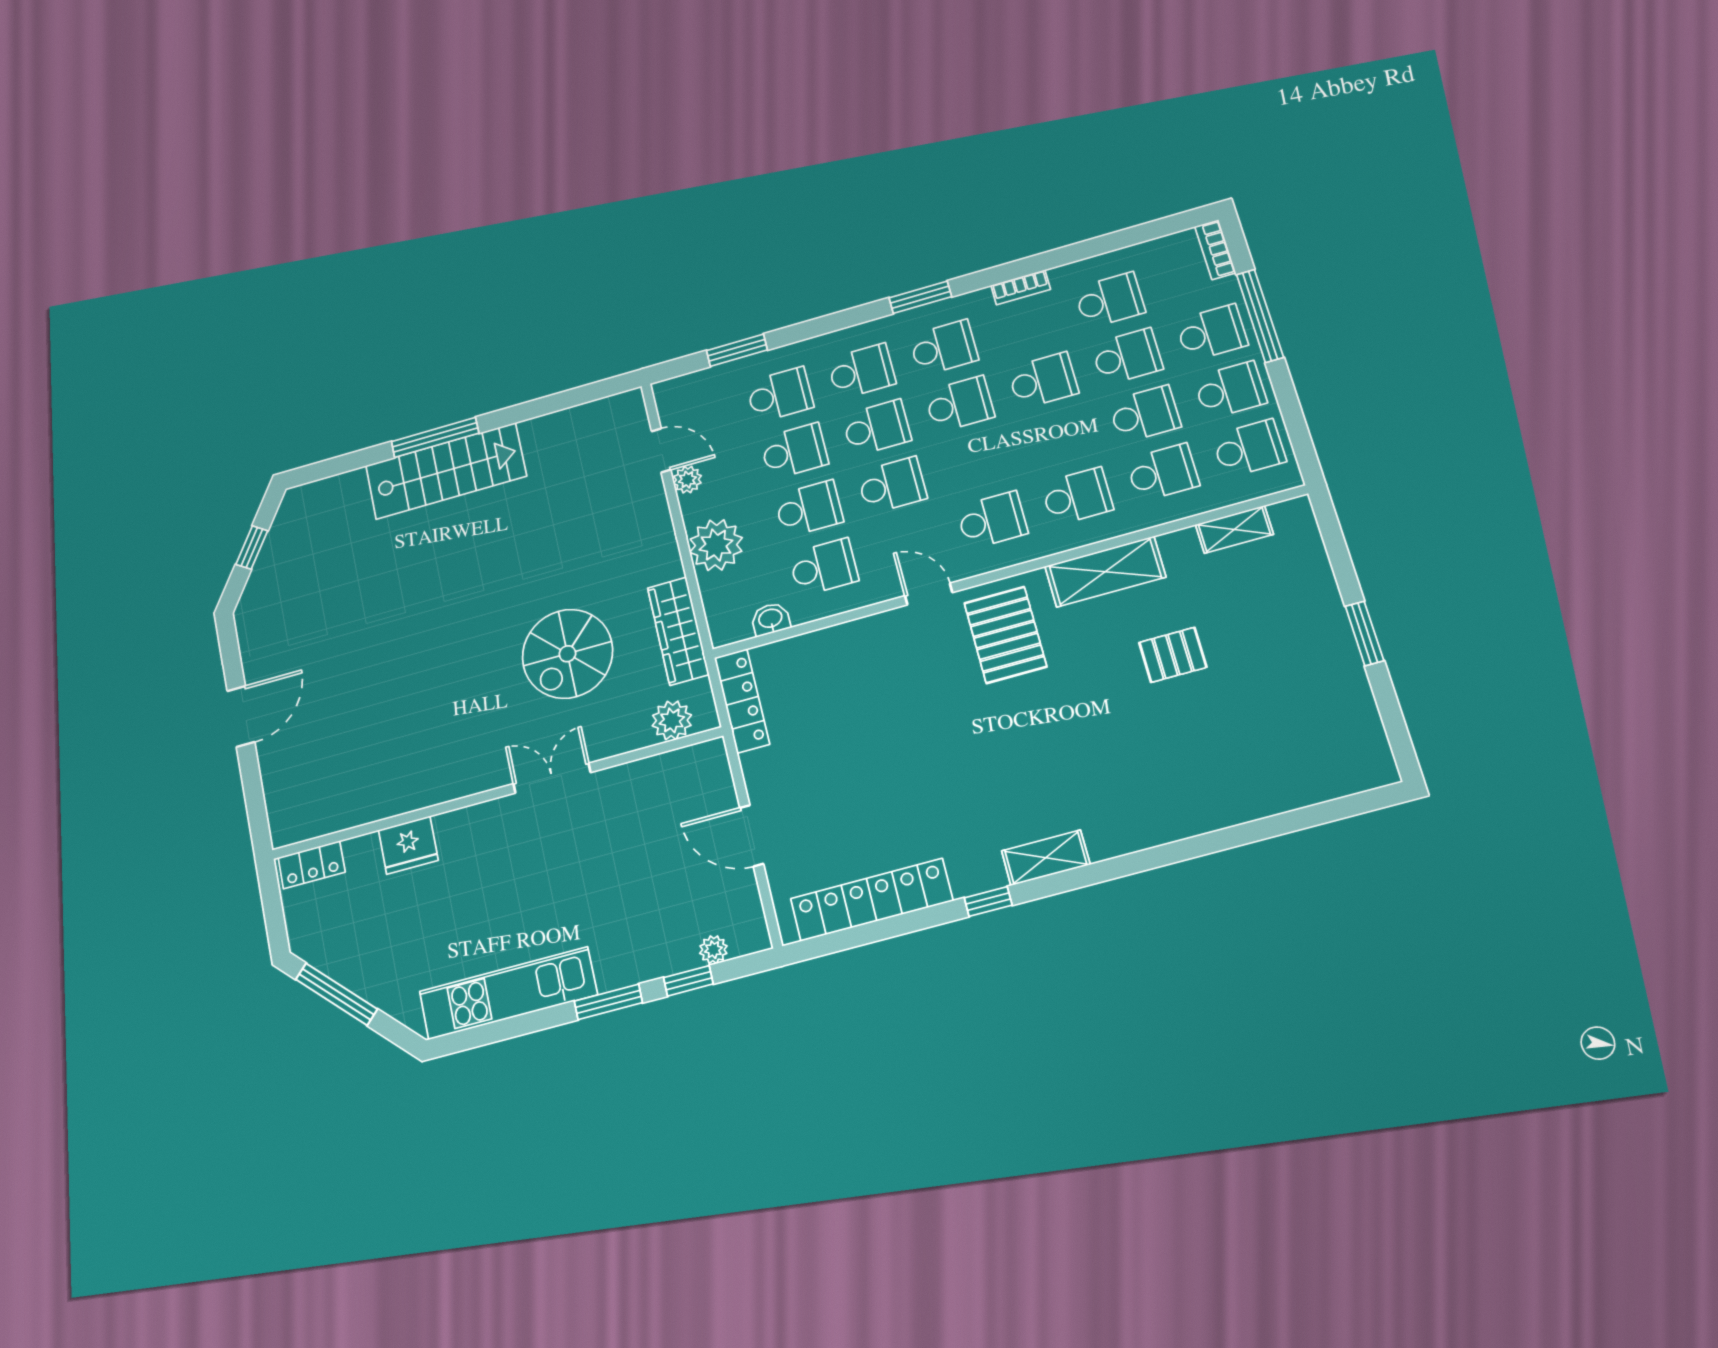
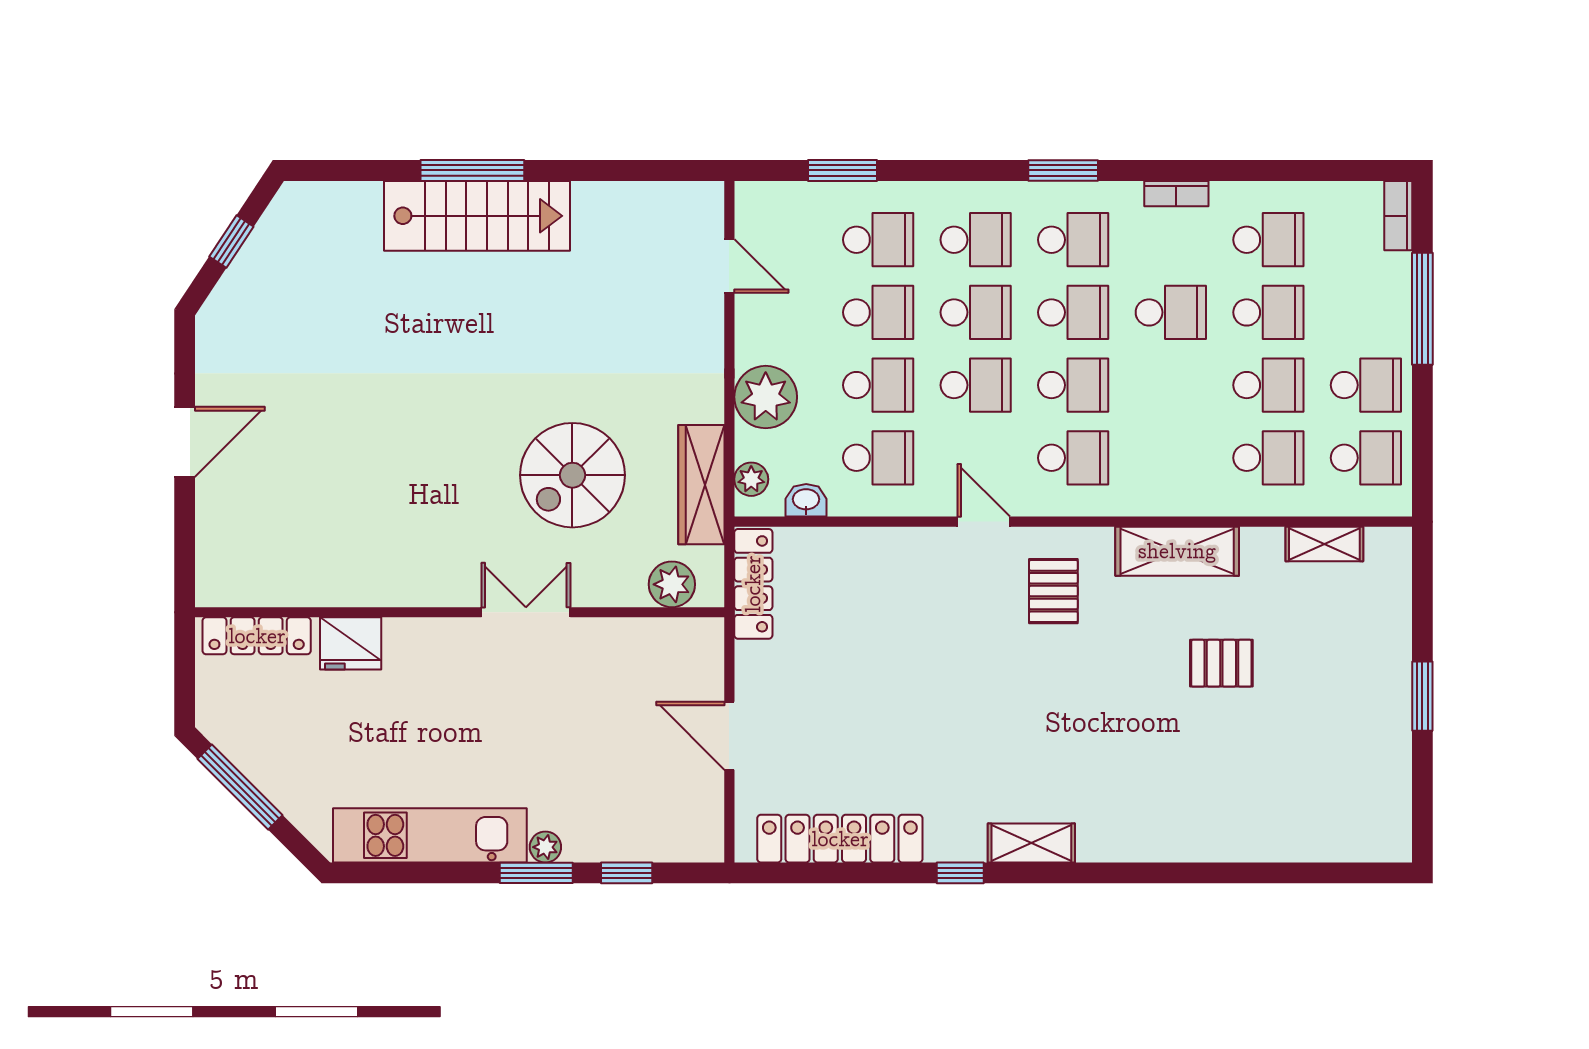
school desk: (1212, 333) -> (1366, 312), removed
plant: (687, 480) -> (751, 479), moved
school desk: (1077, 496) -> (1073, 385), moved
pallet: (1005, 635) -> (1053, 591), width x0.67, depth x0.71
locker: (312, 865) -> (257, 636), width x1.53
plant: (713, 950) -> (545, 847), moved

